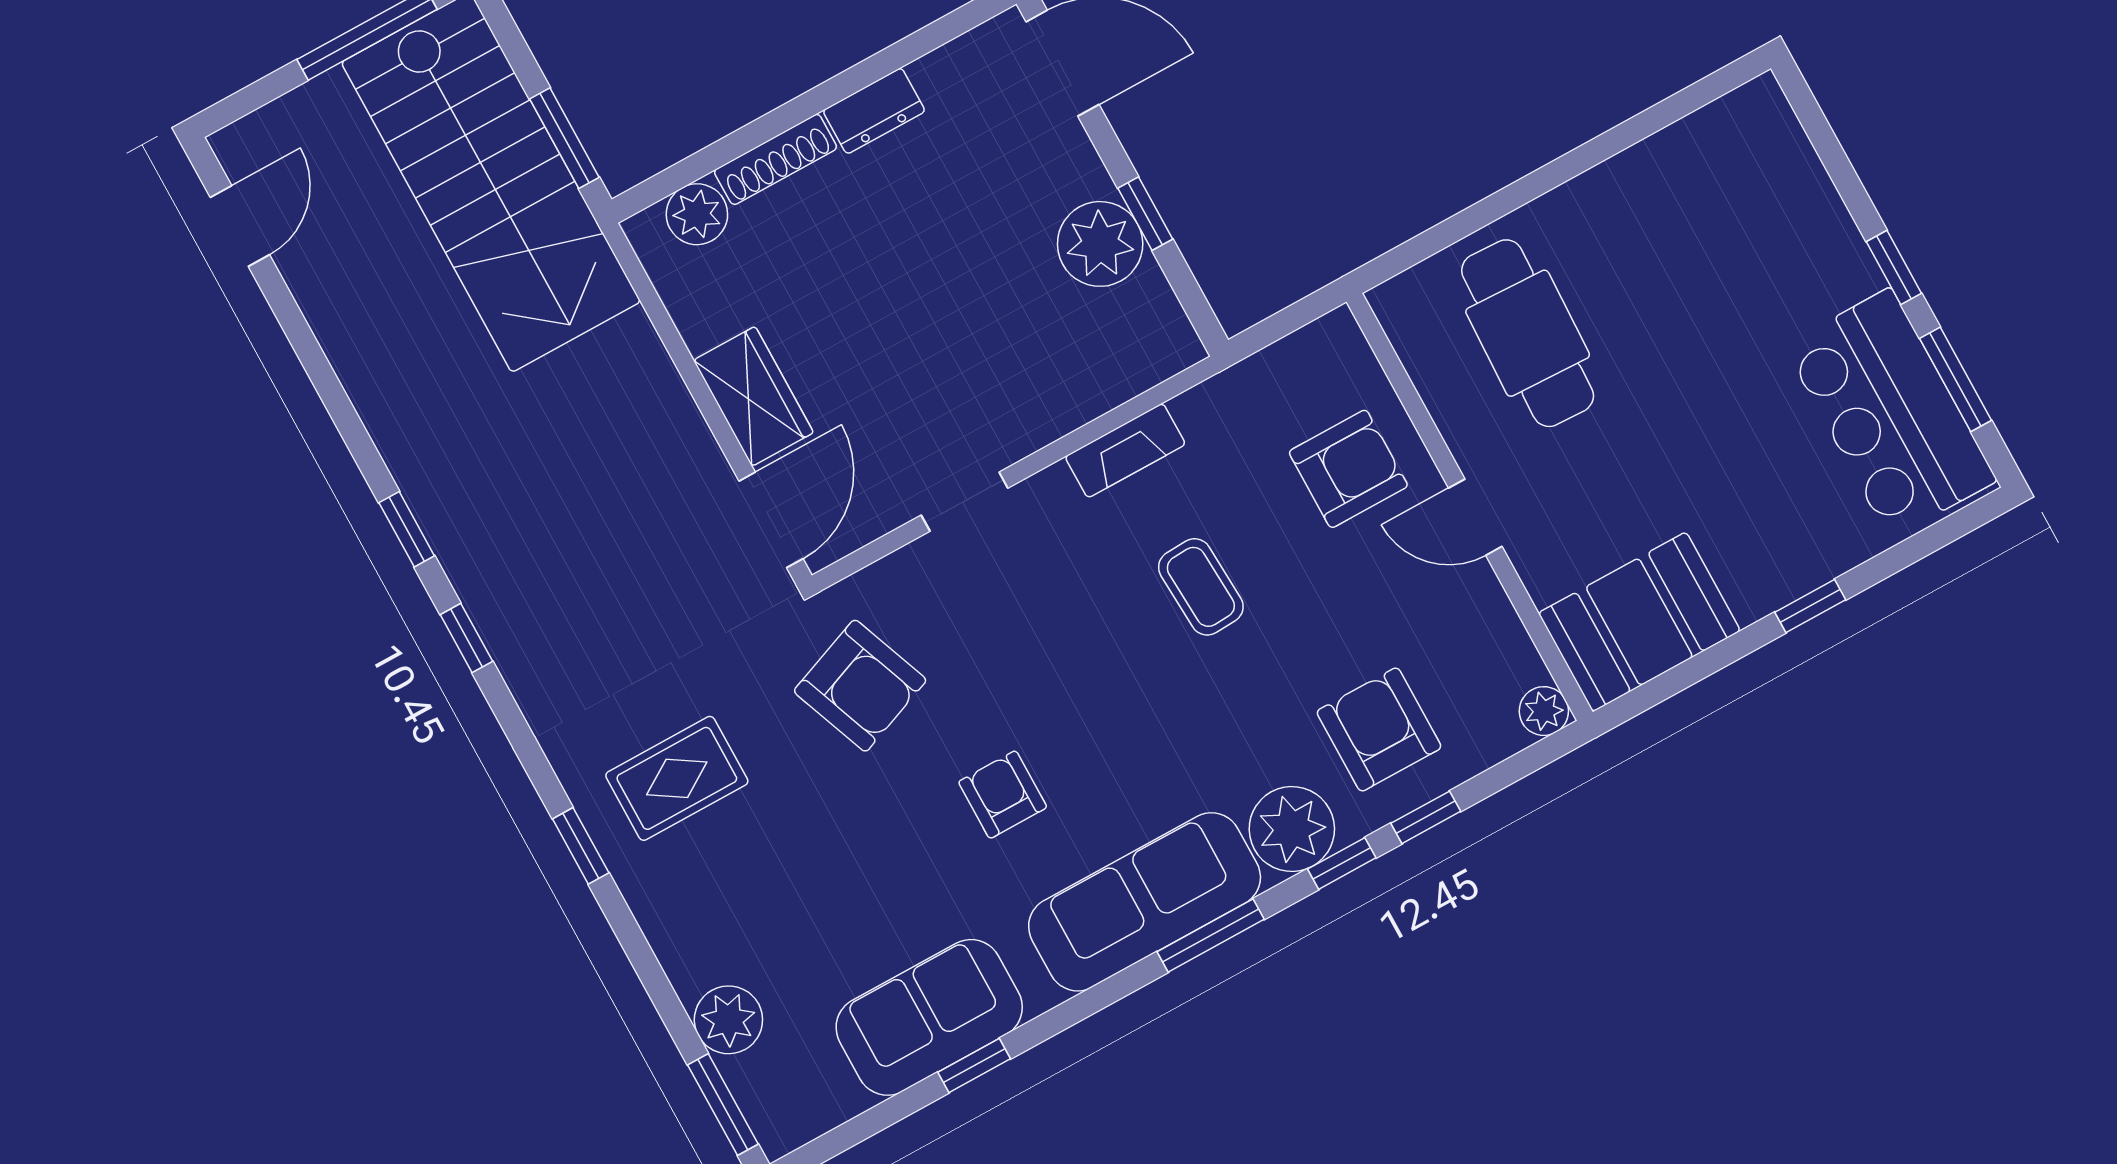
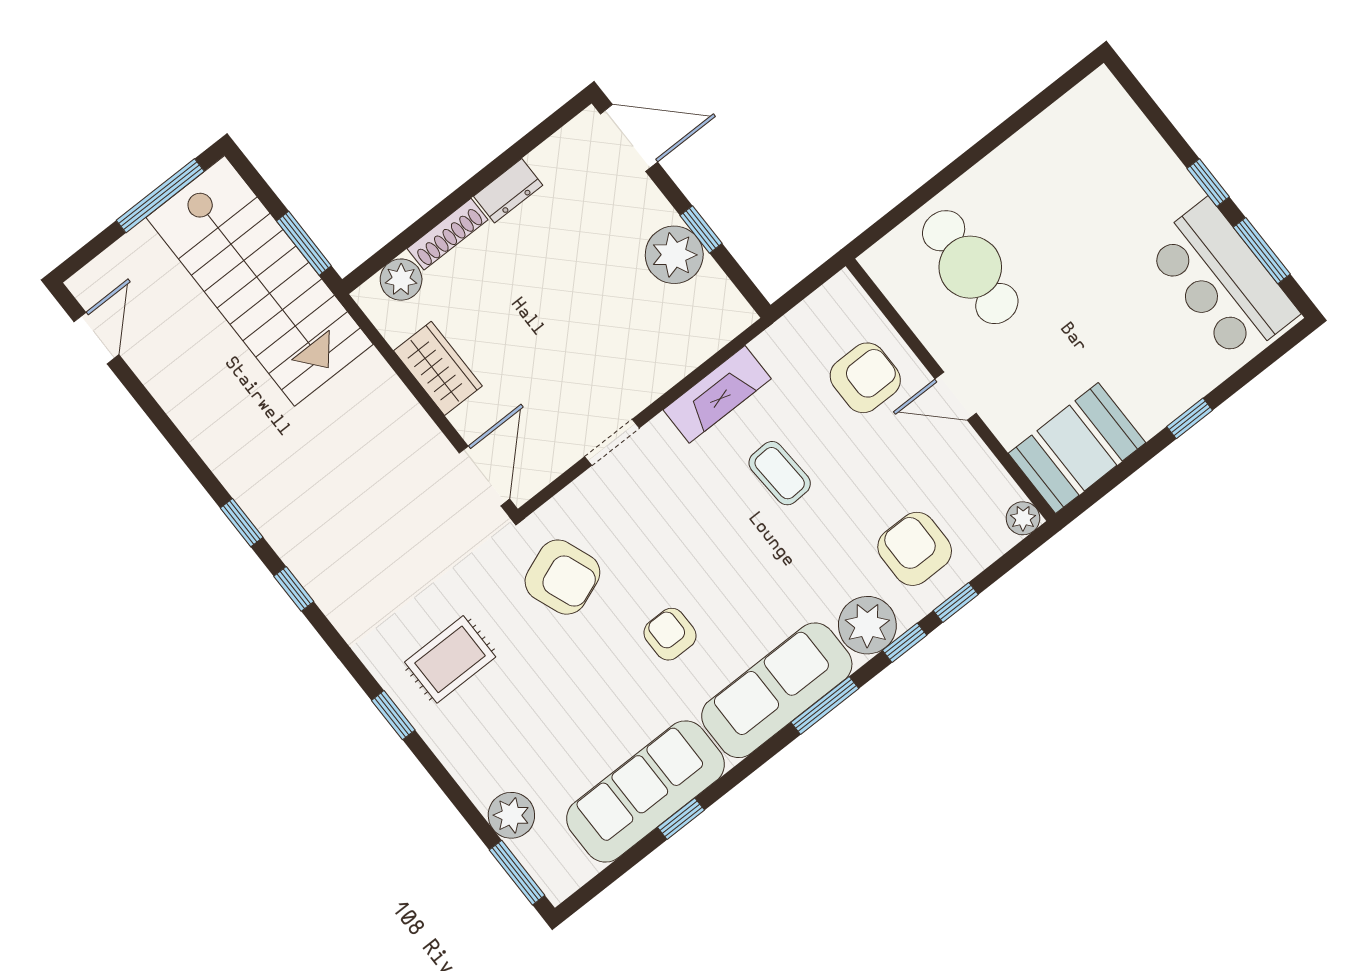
wardrobe: (753, 396) -> (438, 368), moved
fireplace: (1125, 451) -> (717, 394), width x1.37, depth x1.32
sofa: (929, 1017) -> (646, 791), width x1.36

